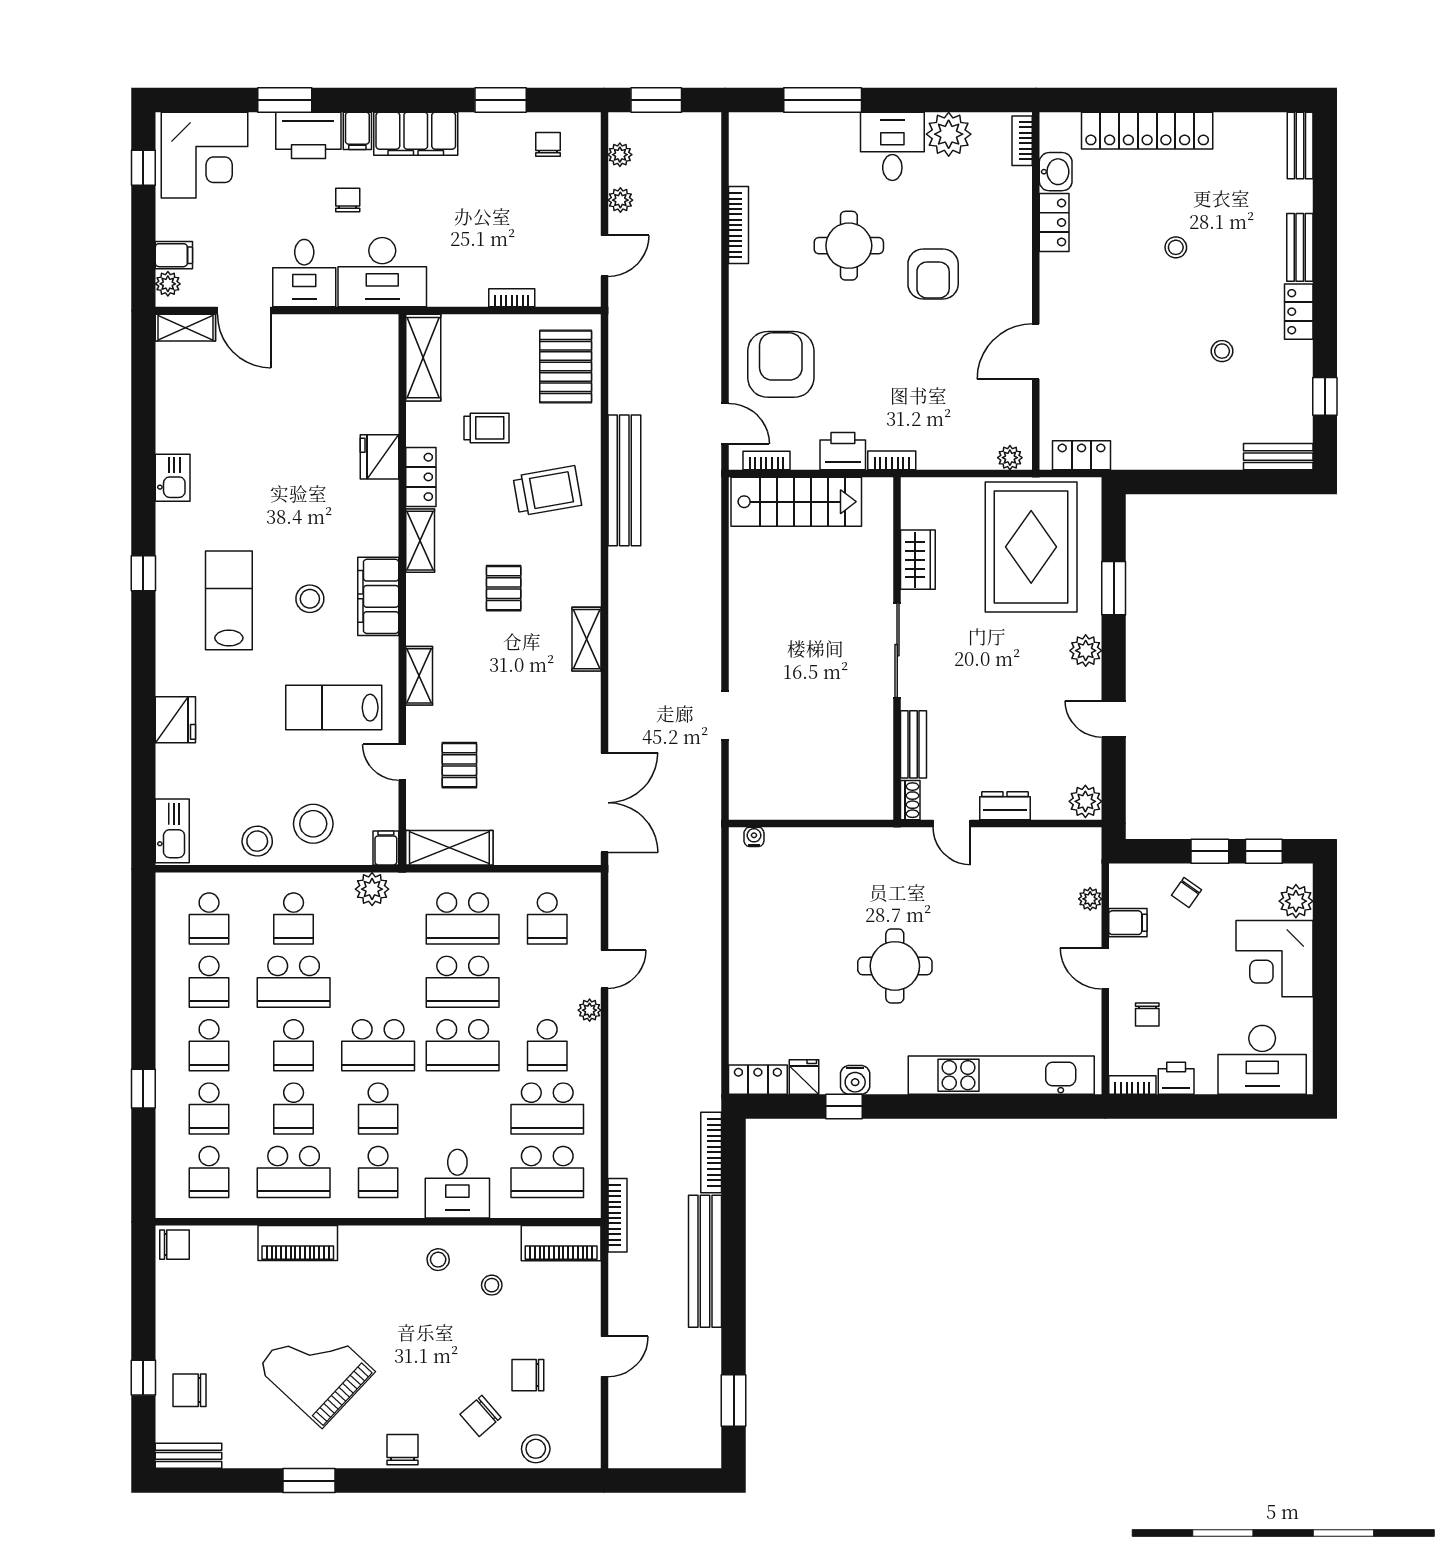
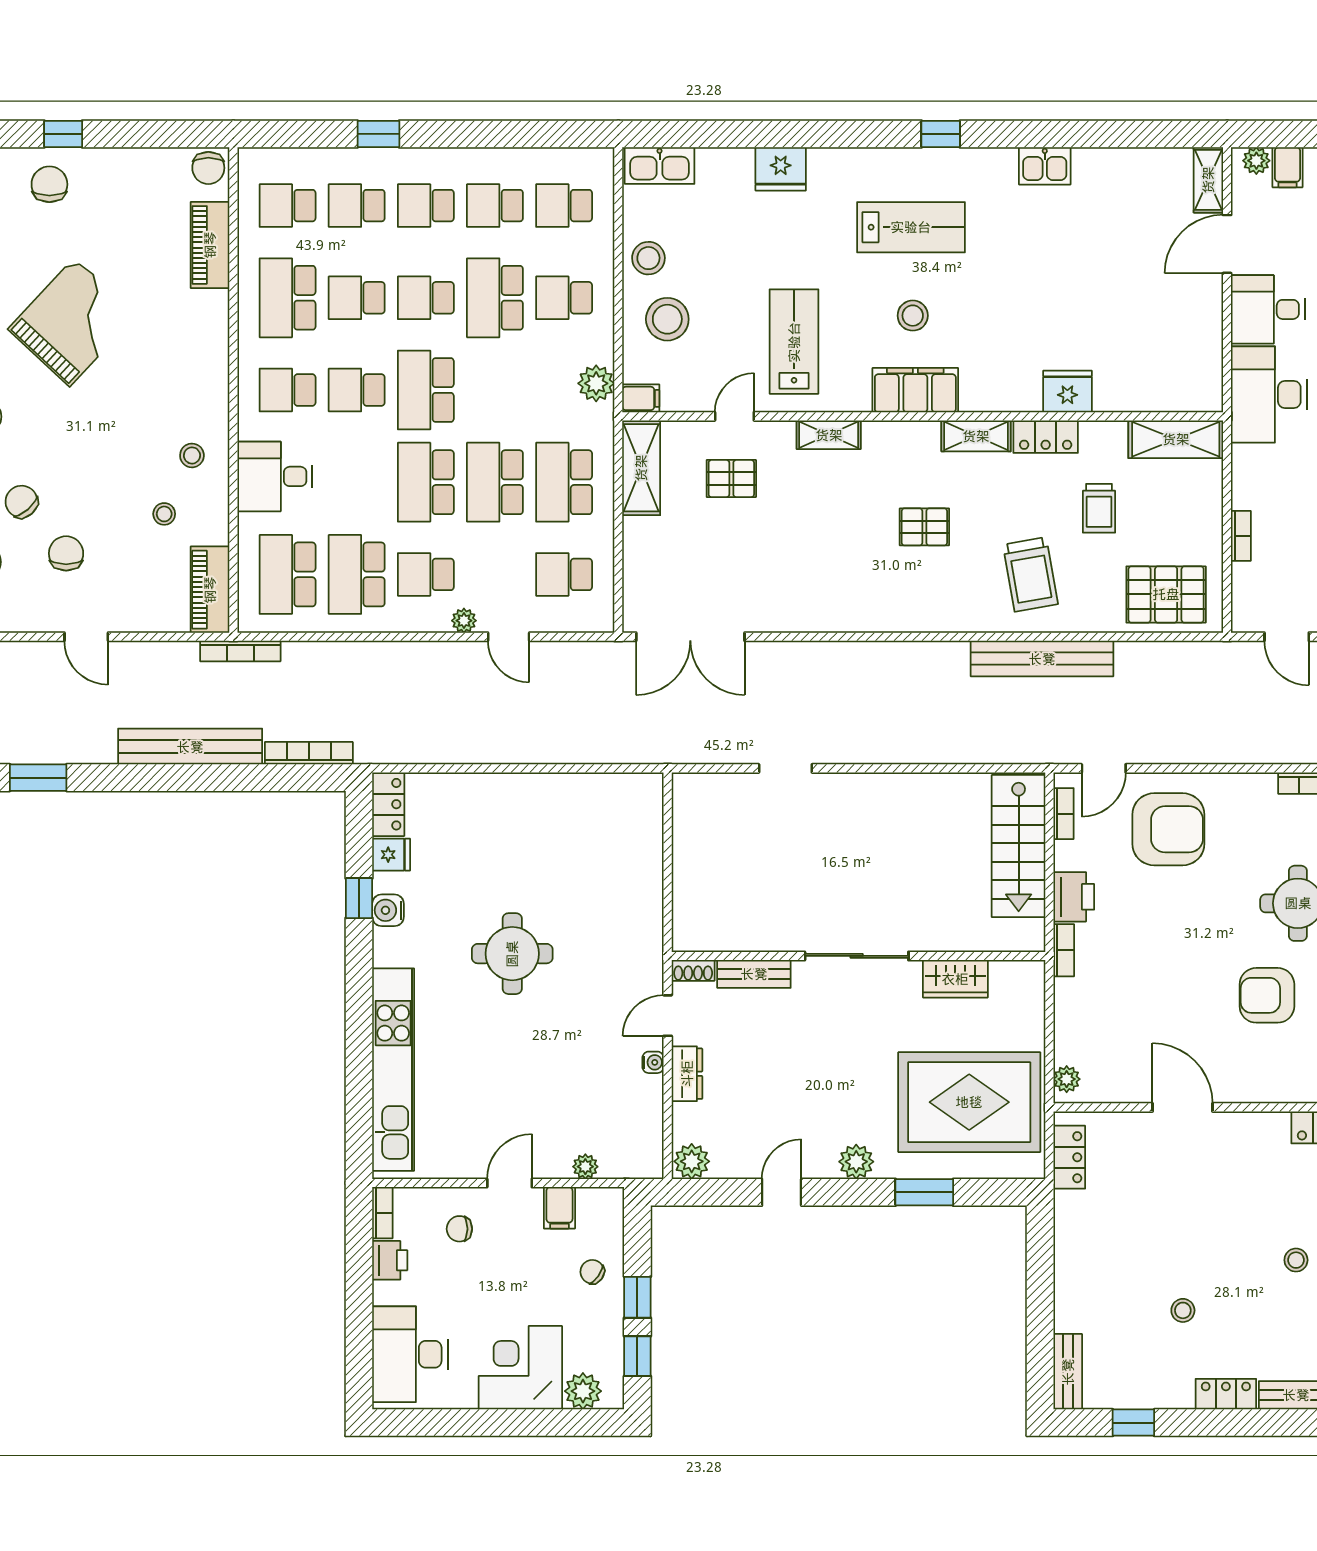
shelving: (586, 639) -> (869, 617), removed
water cooler: (754, 837) -> (653, 1062), moved
piano: (298, 1243) -> (210, 245), moved

